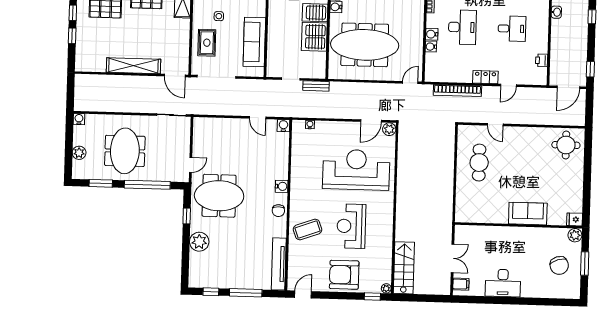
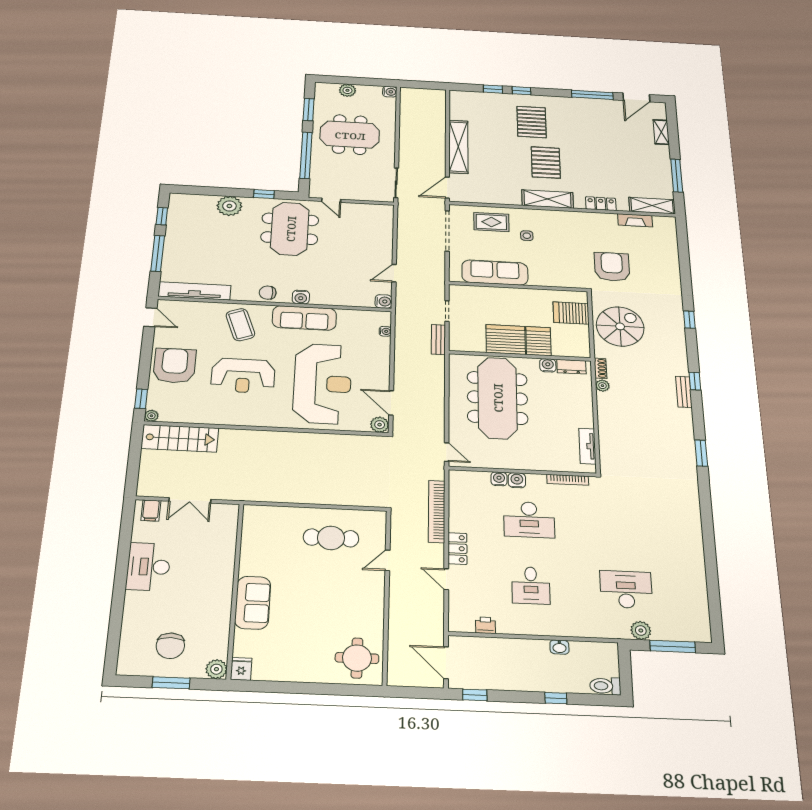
sofa: (300, 183) -> (304, 318), added
reception desk: (351, 226) -> (243, 376), turned 180
chair: (559, 265) -> (170, 646), turned -72

